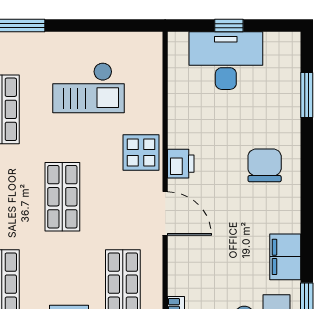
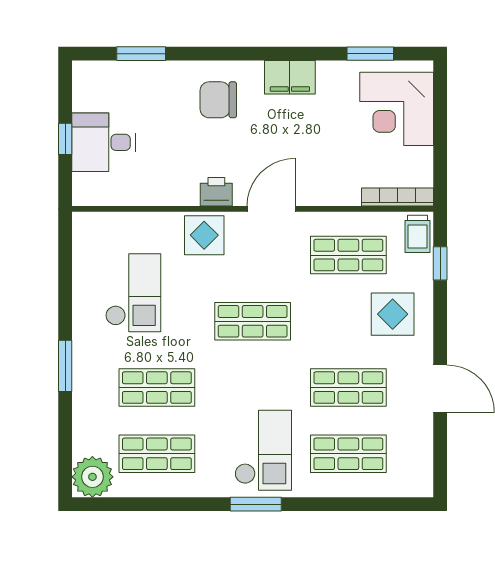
desk: (226, 61) -> (104, 142), width x0.73
filing cabinet: (285, 257) -> (290, 77), moved

